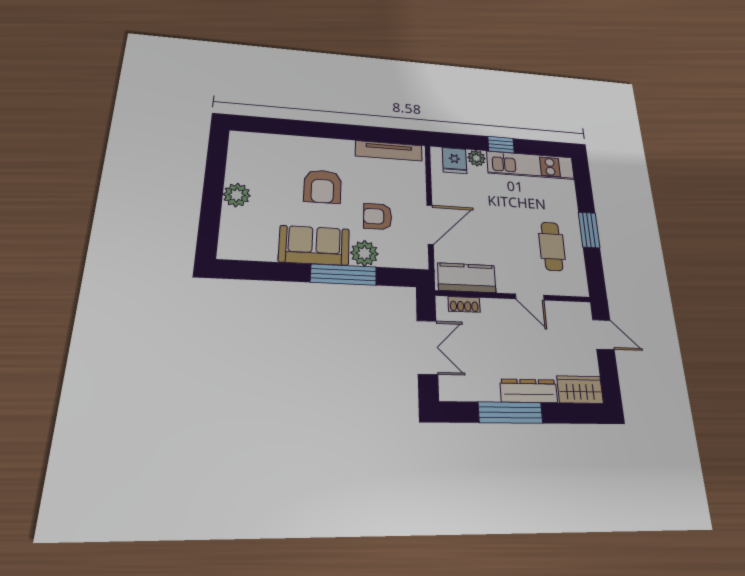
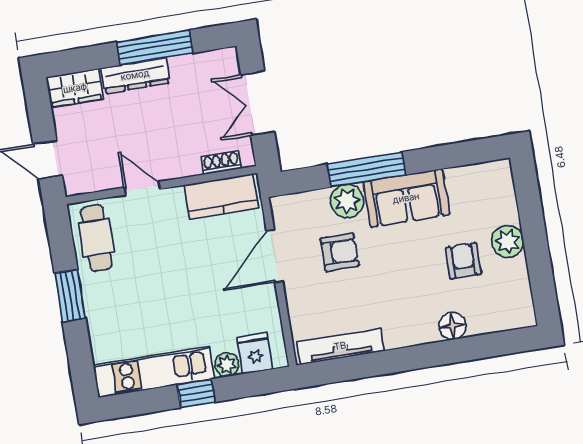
floor lamp: (298, 145) -> (452, 326), added
armchair: (323, 186) -> (463, 261), moved, width x0.72, depth x0.72
cafe table: (552, 246) -> (96, 238), moved

